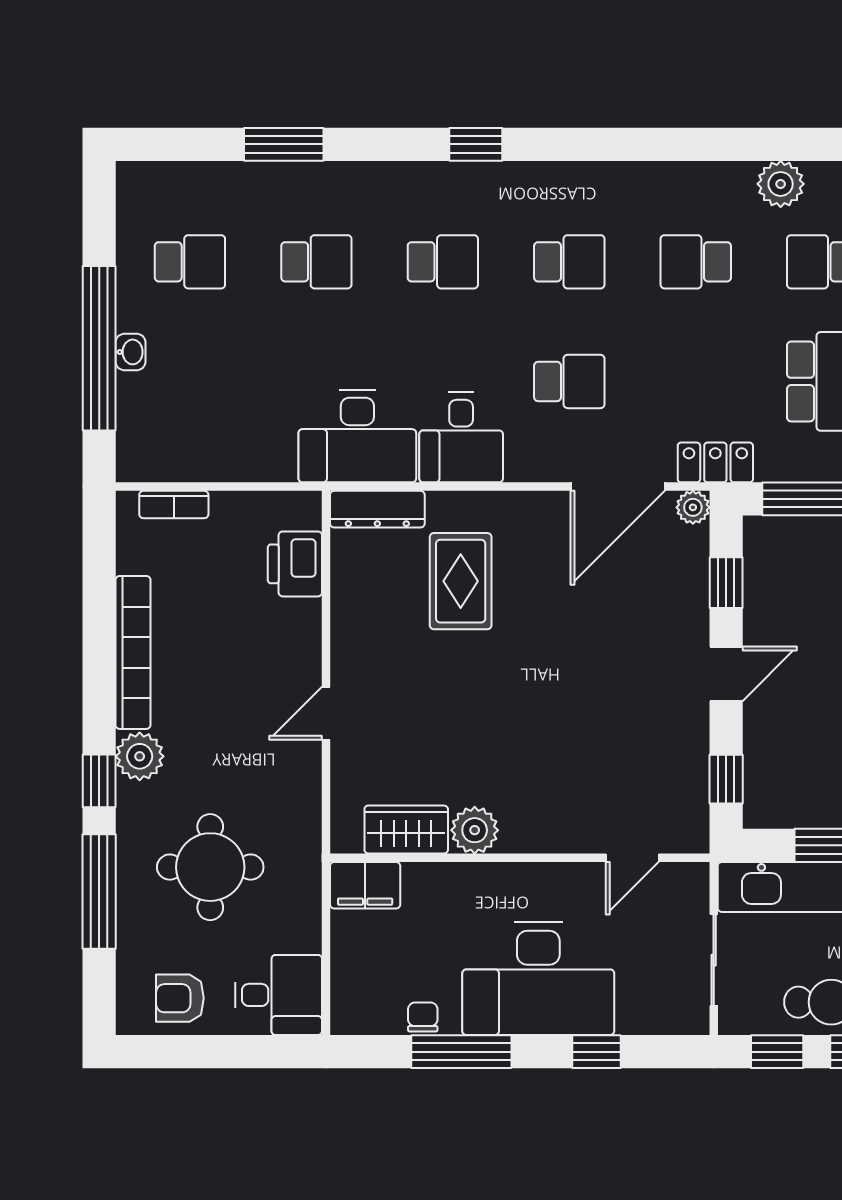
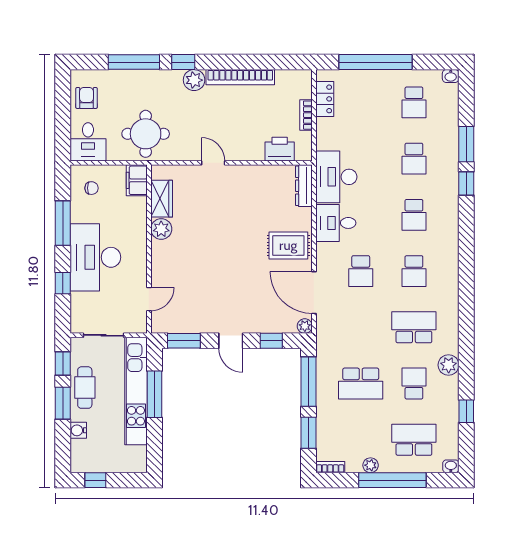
window: (476, 144) -> (466, 183), moved
school desk: (696, 262) -> (414, 327), width x1.85
washbasin: (131, 352) -> (451, 76), moved
locker: (715, 462) -> (325, 99), moved
bookcase: (174, 505) -> (306, 115), moved
rug: (461, 581) -> (288, 245), moved
window: (726, 779) -> (184, 341), width x1.50
door: (632, 858) -> (149, 299), swing flipped
round table: (210, 867) -> (146, 134), moved
chair: (423, 1017) -> (92, 188), moved

